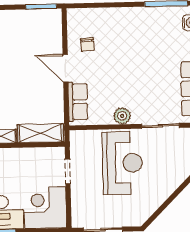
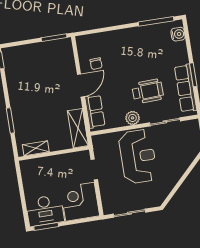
door: (65, 68) -> (81, 85), swing flipped
wheelchair: (145, 86) -> (148, 91), added
shelving: (40, 133) -> (78, 128), moved, turned 90

